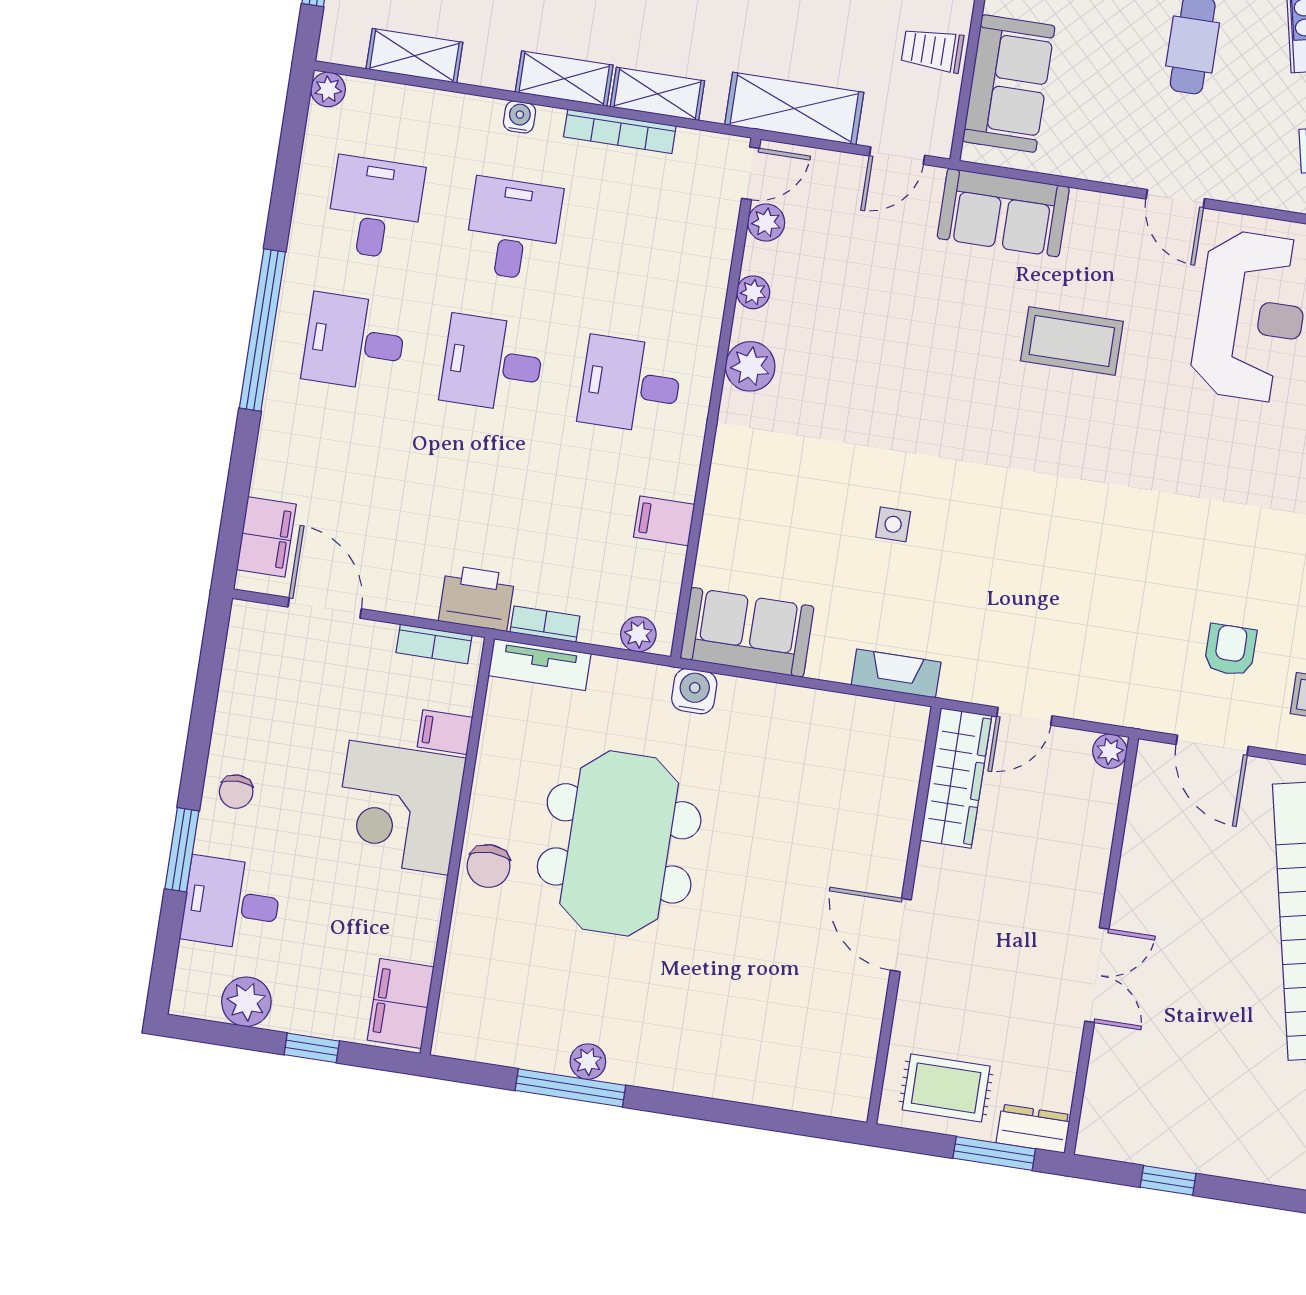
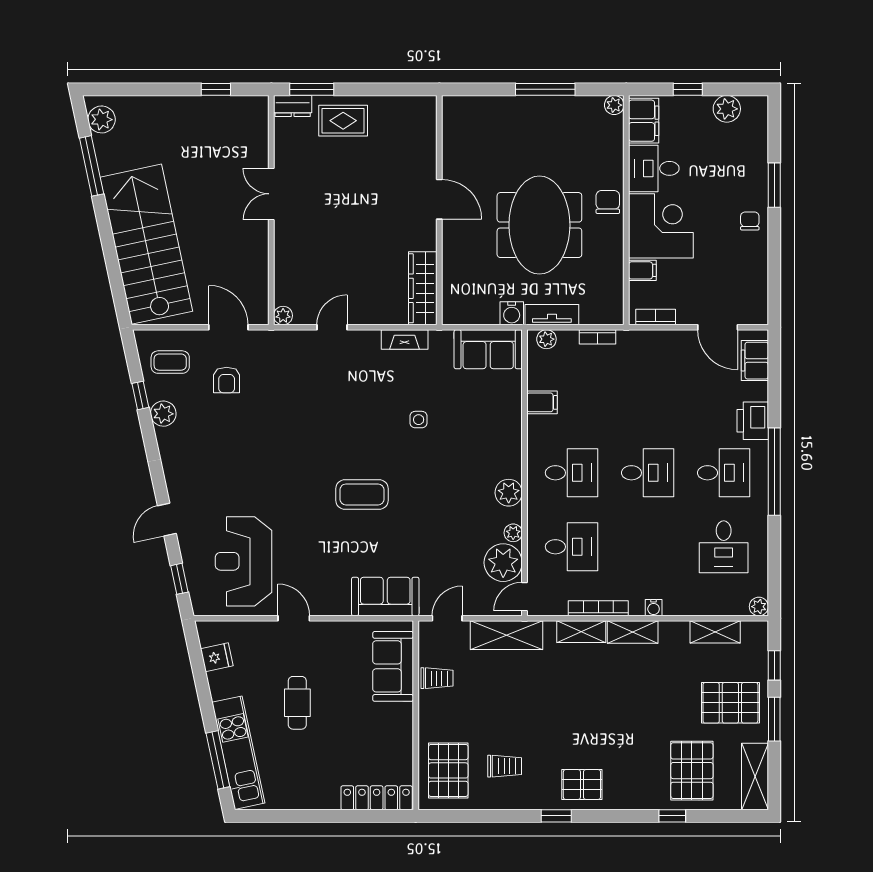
plant: (766, 222) -> (503, 563), width x1.88, depth x1.88
desk: (513, 229) -> (571, 547), moved, turned -90
coffee table: (1072, 341) -> (362, 494), moved
printer: (477, 598) -> (753, 421), moved, turned 90
tv unit: (540, 665) -> (552, 315), moved
wardrobe: (956, 778) -> (423, 288), moved
desk: (231, 903) -> (654, 168), moved, turned 180
wall: (904, 915) -> (439, 210), moved
door: (901, 935) -> (439, 199), moved
plant: (588, 1062) -> (614, 105), moved

